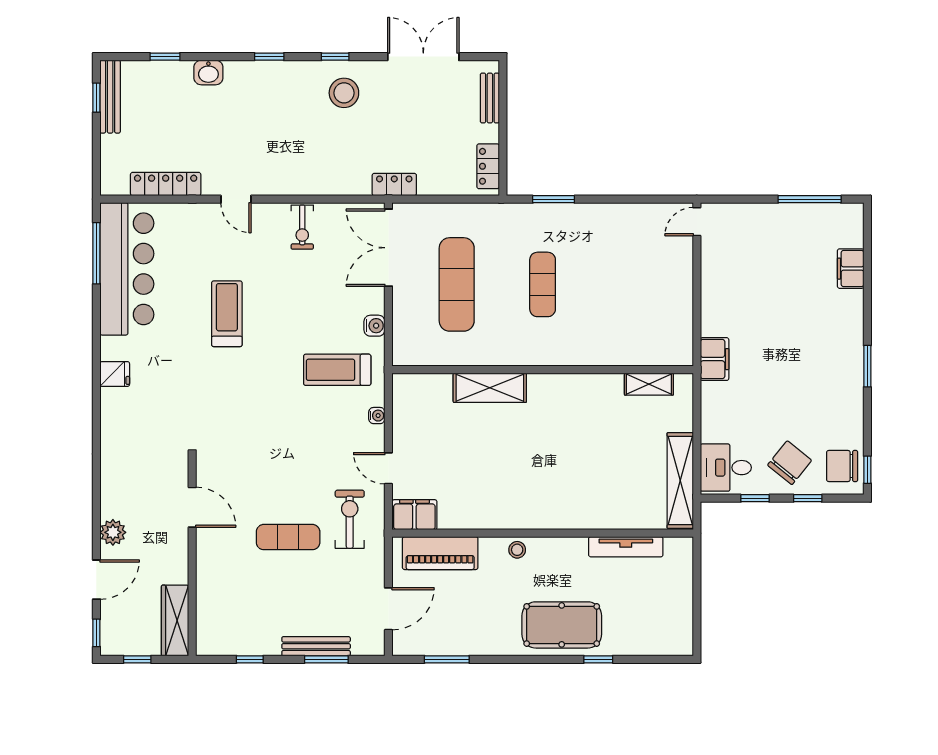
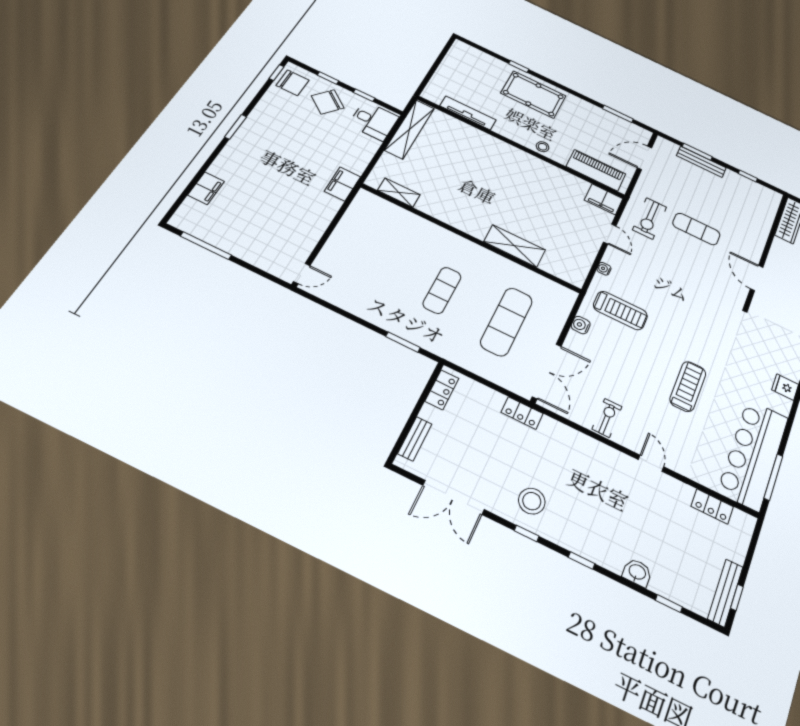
locker: (166, 184) -> (712, 506), width x0.66
treadmill: (227, 314) -> (688, 386), turned 180

